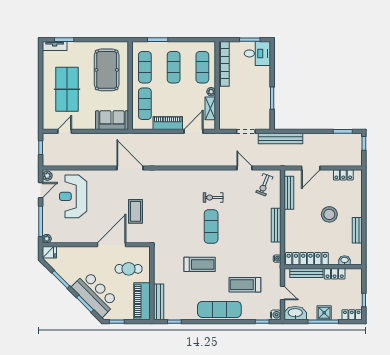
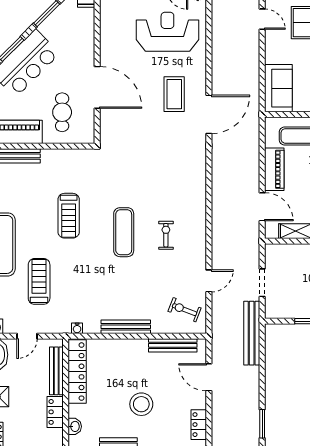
coffee table: (136, 211) -> (174, 94), moved, turned 90
exercise mat: (211, 227) -> (124, 232), turned 90

